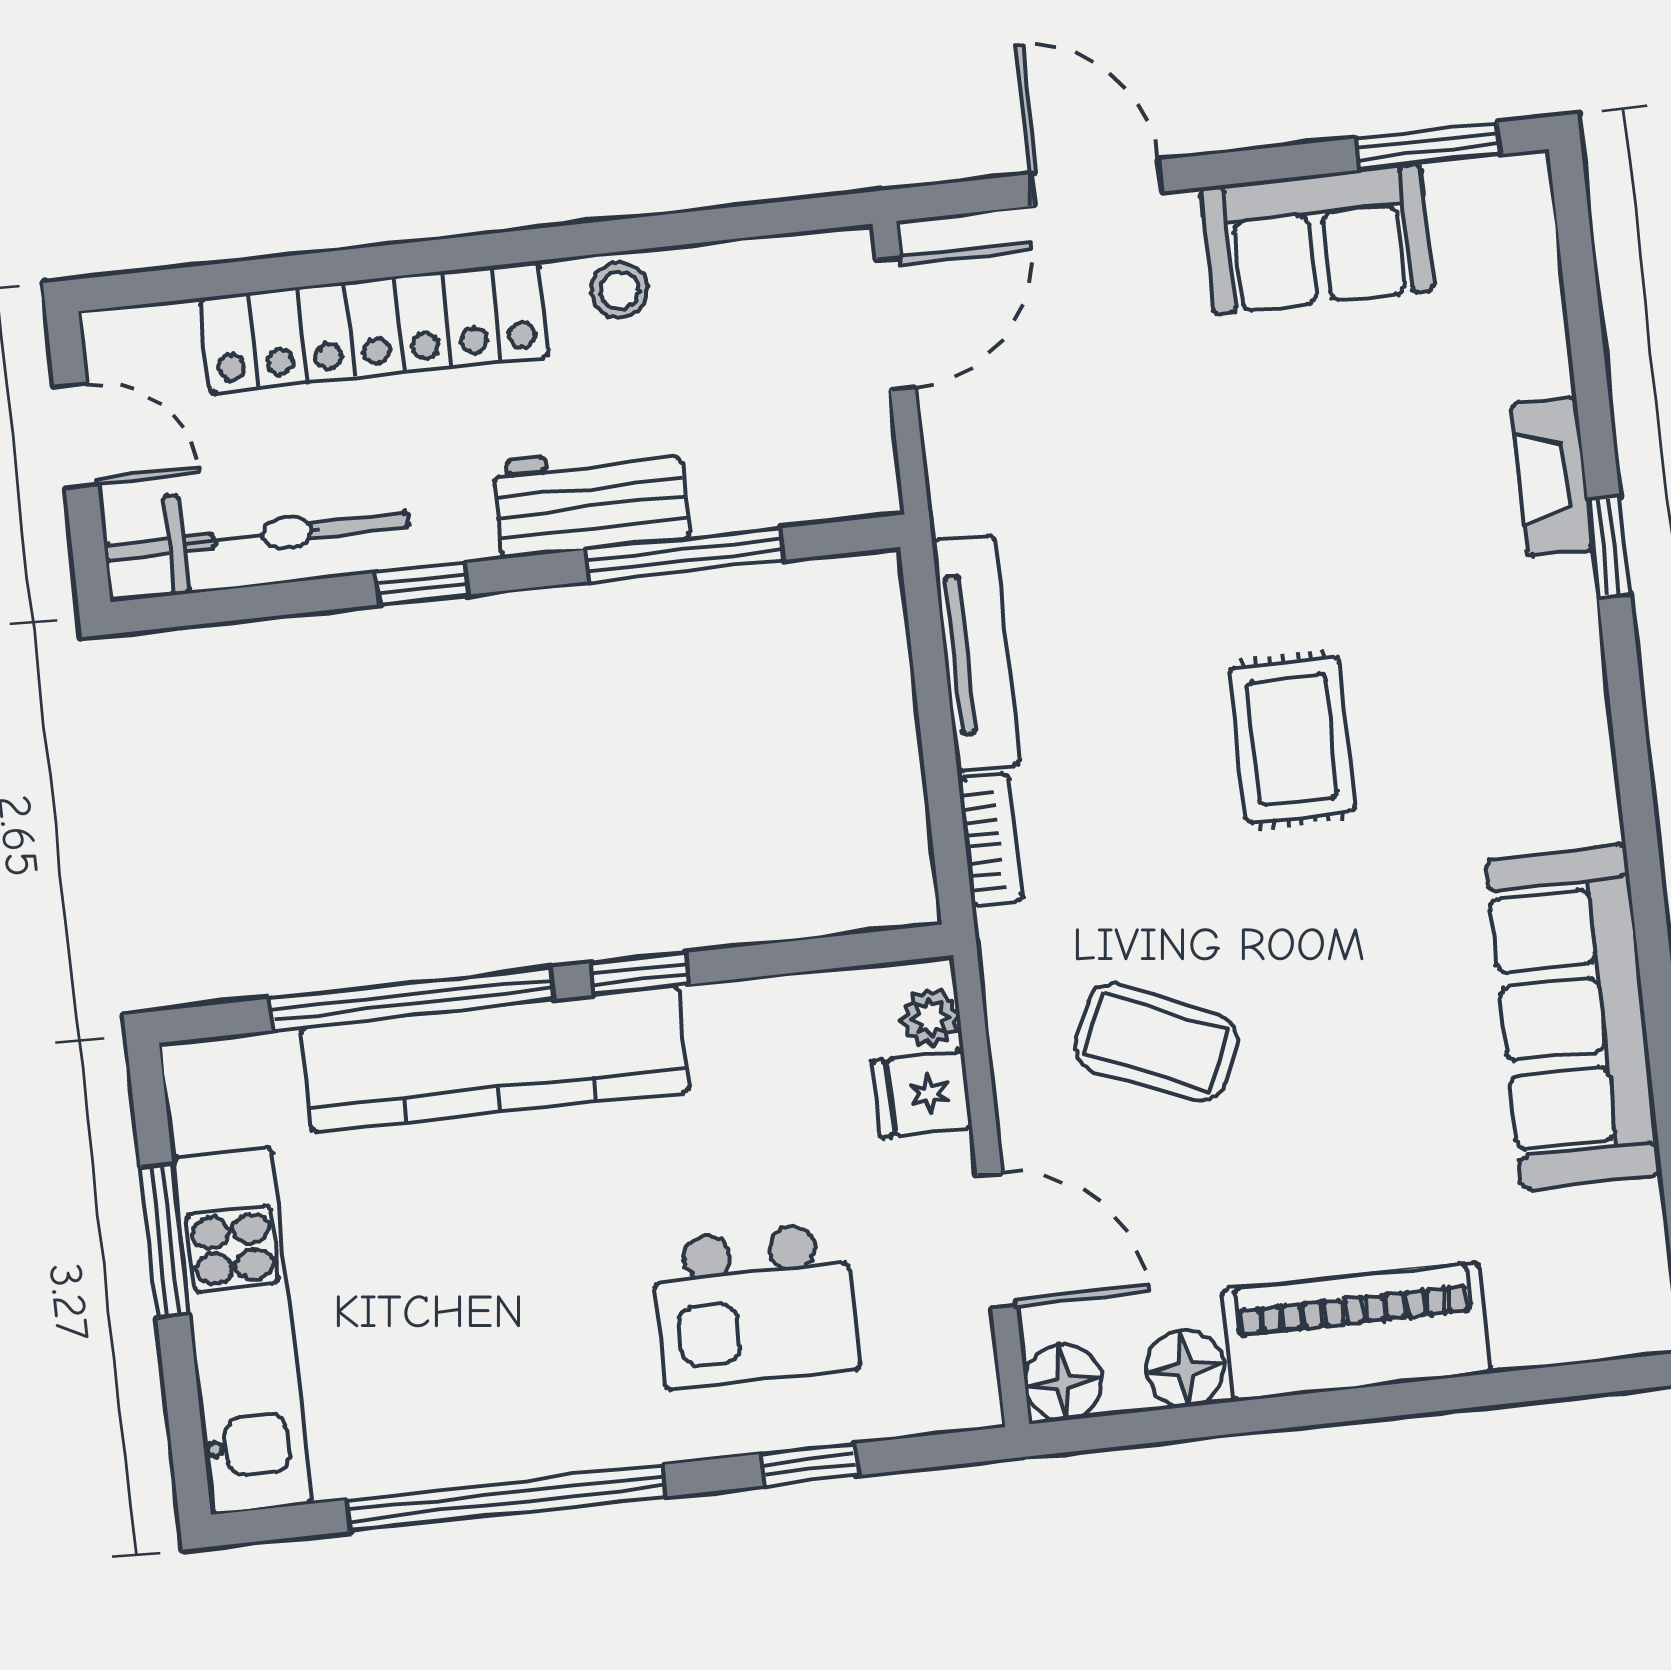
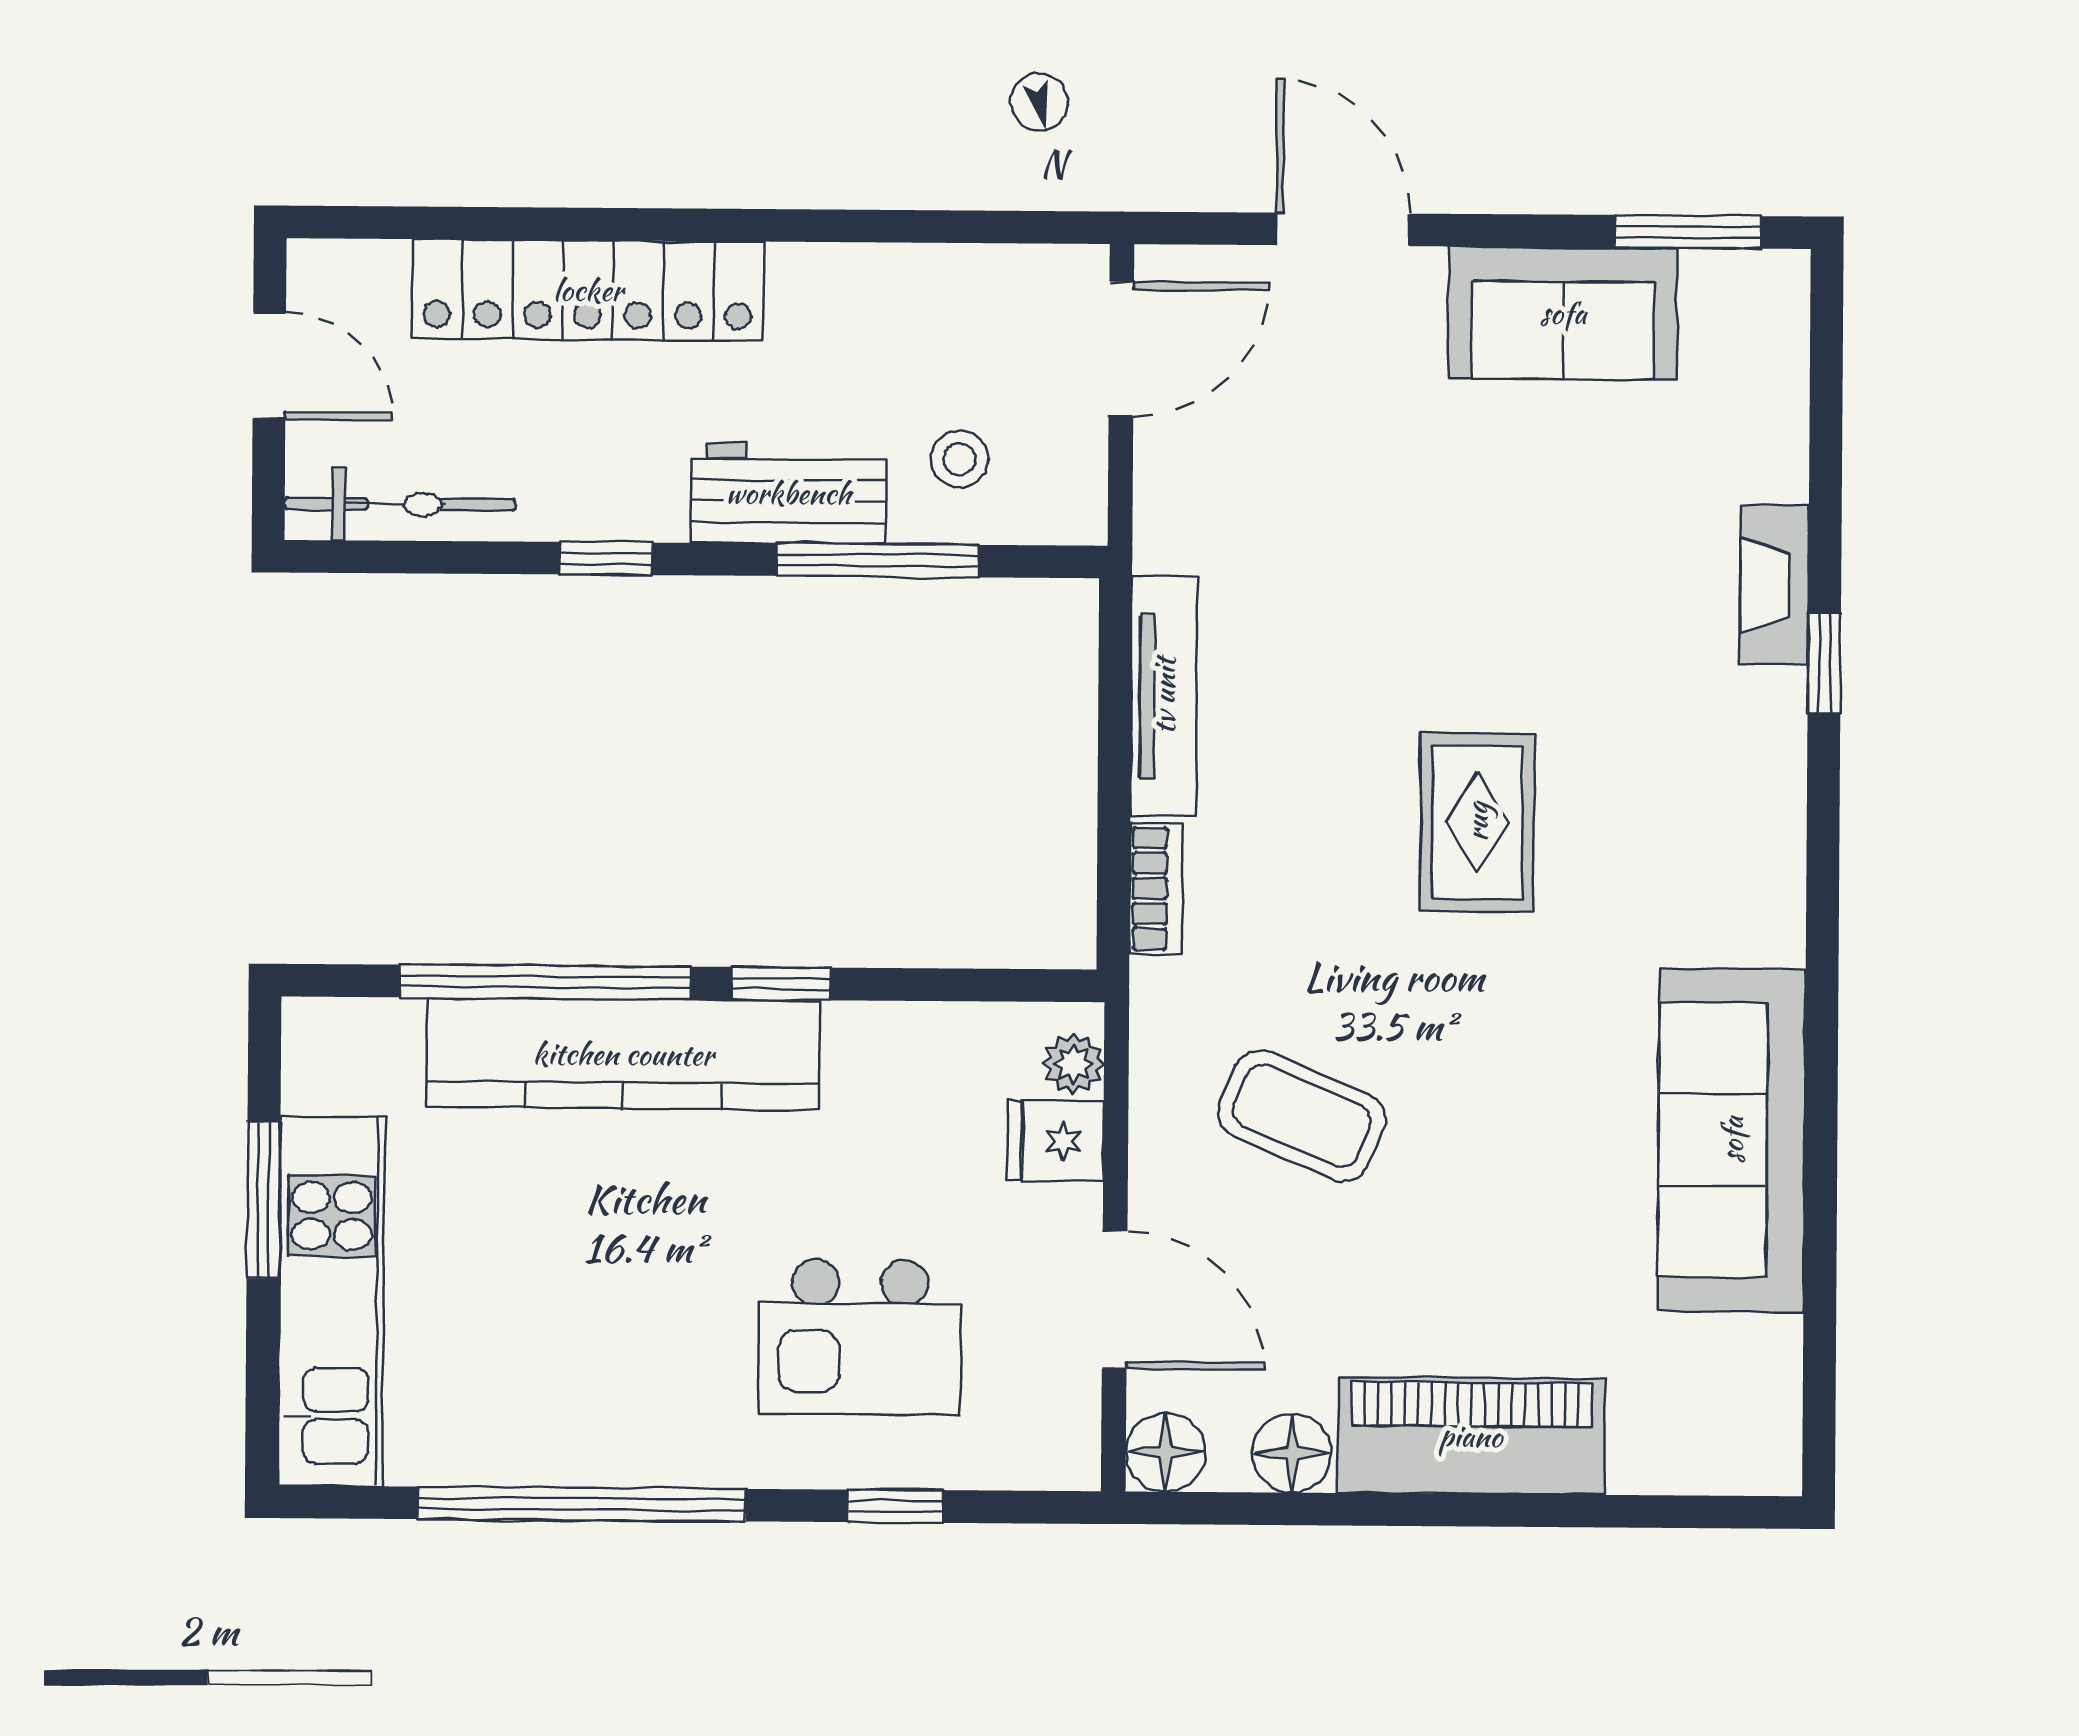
stool: (619, 290) -> (960, 459), moved
bicycle: (257, 536) -> (400, 504), width x0.73, depth x0.71

